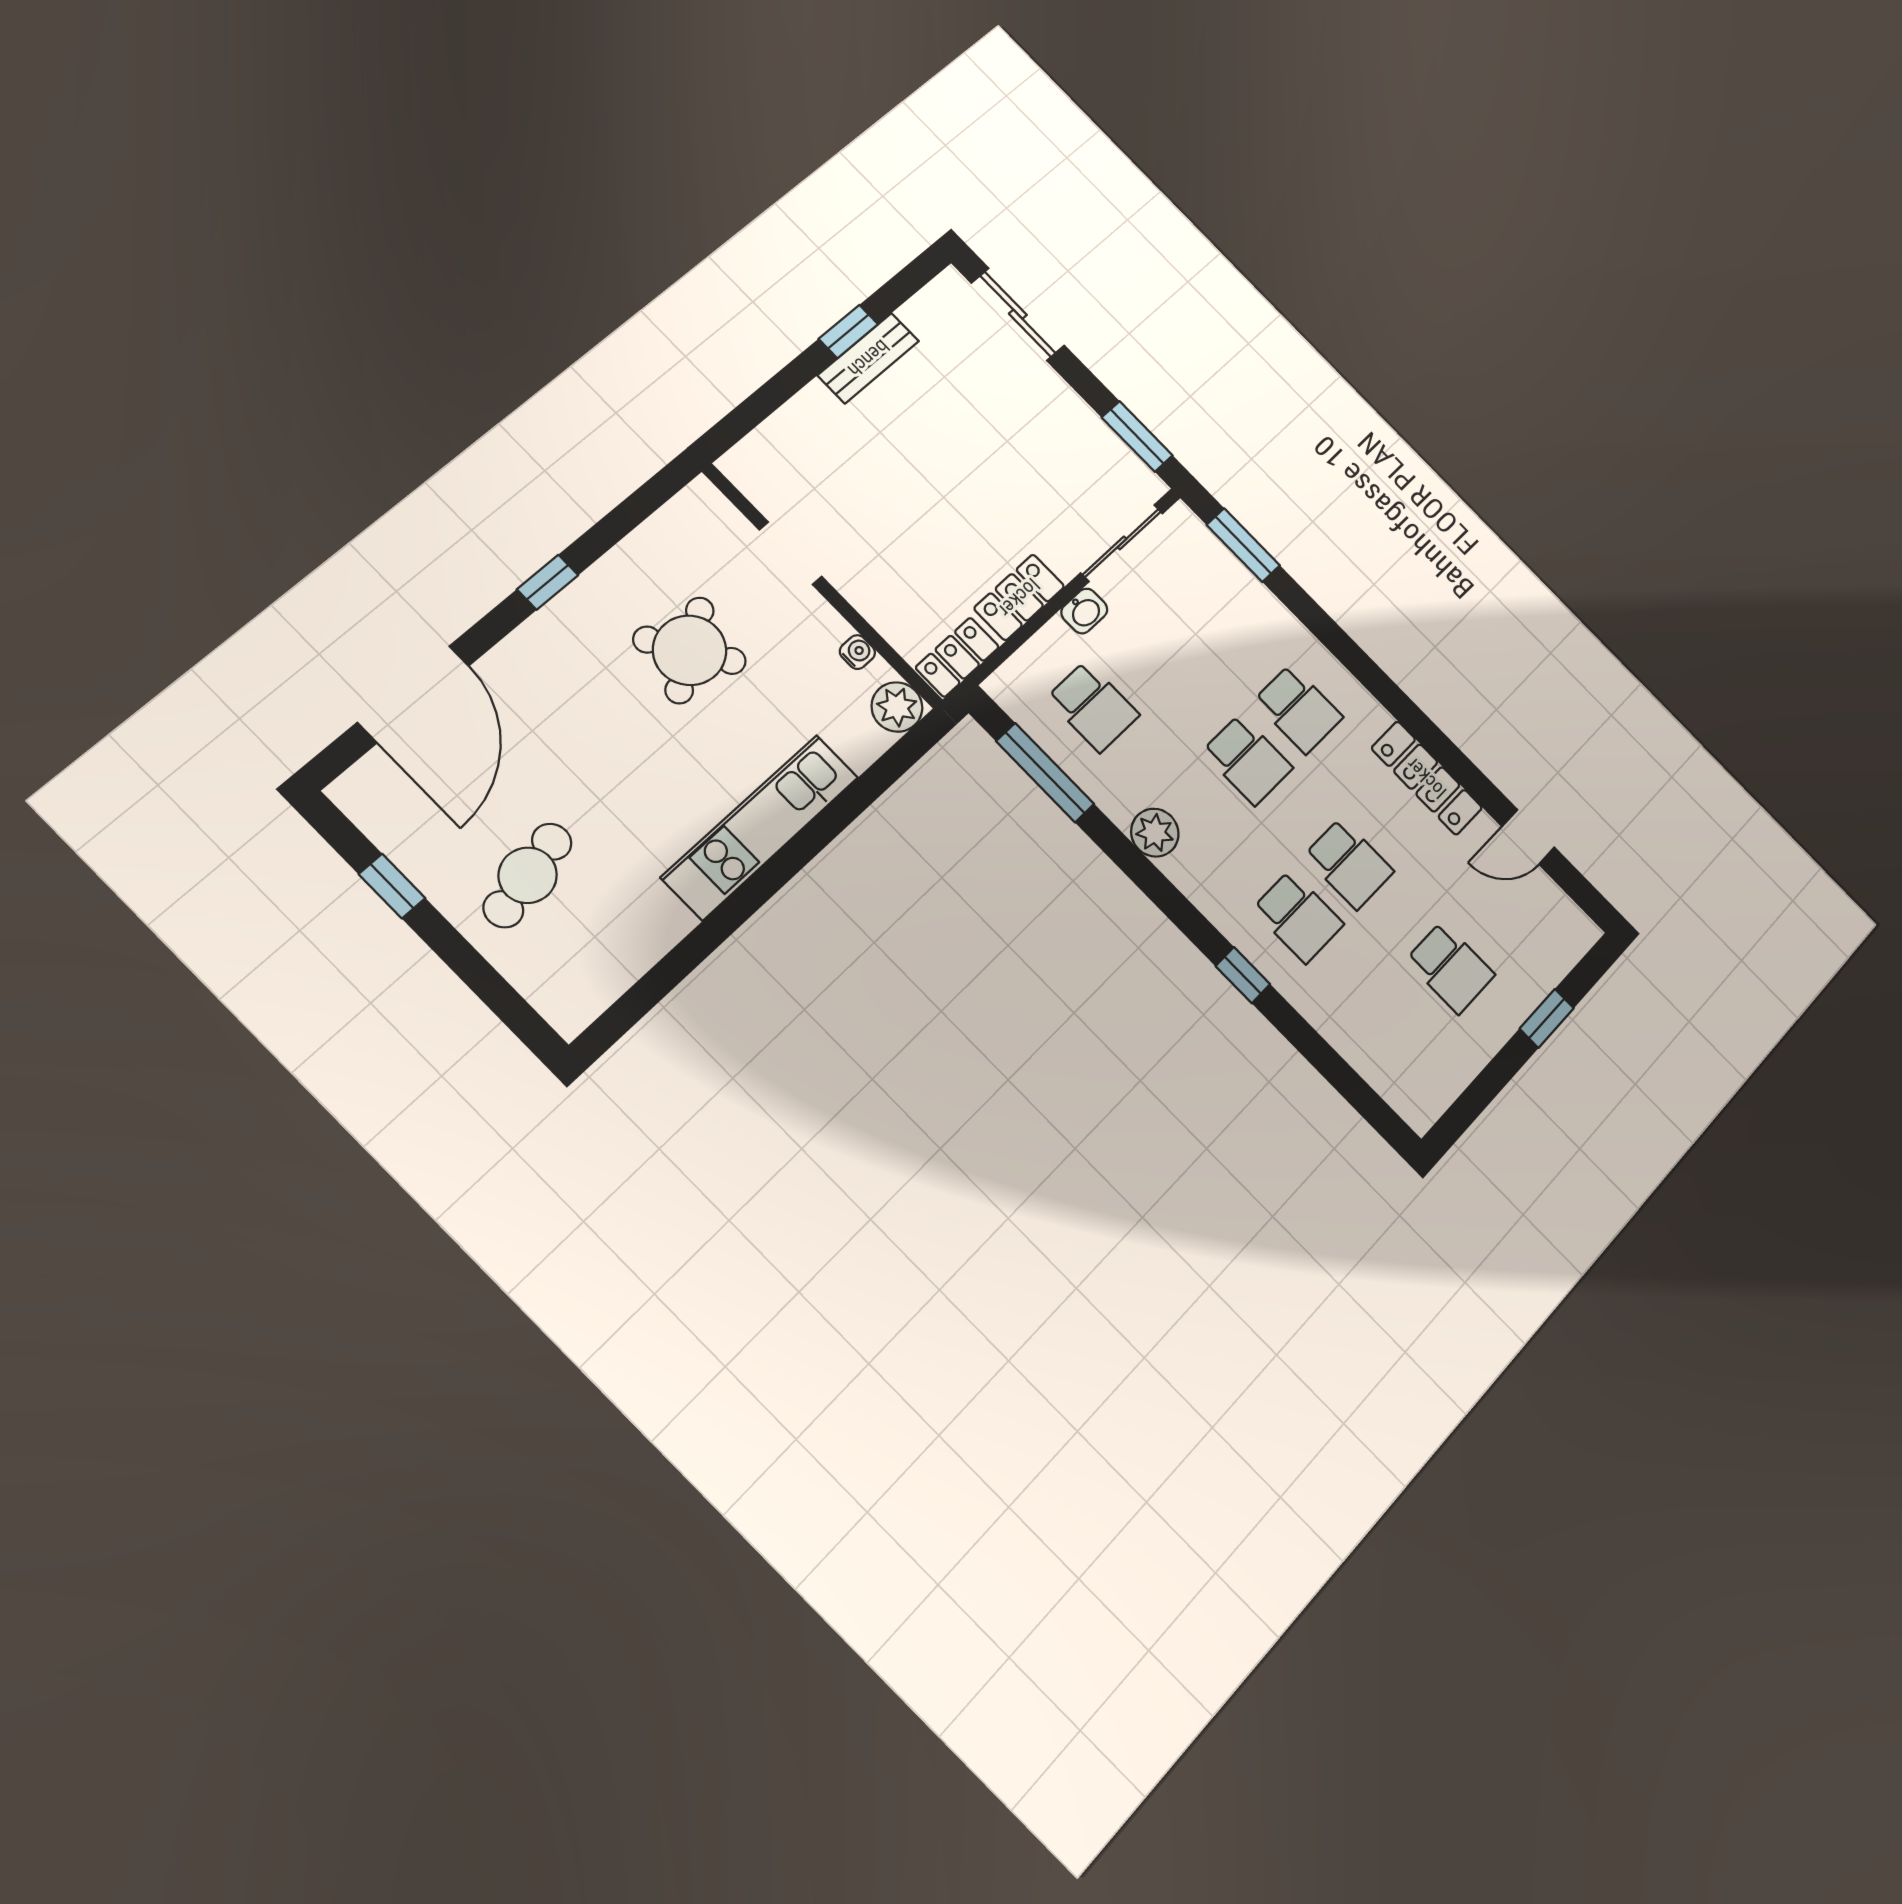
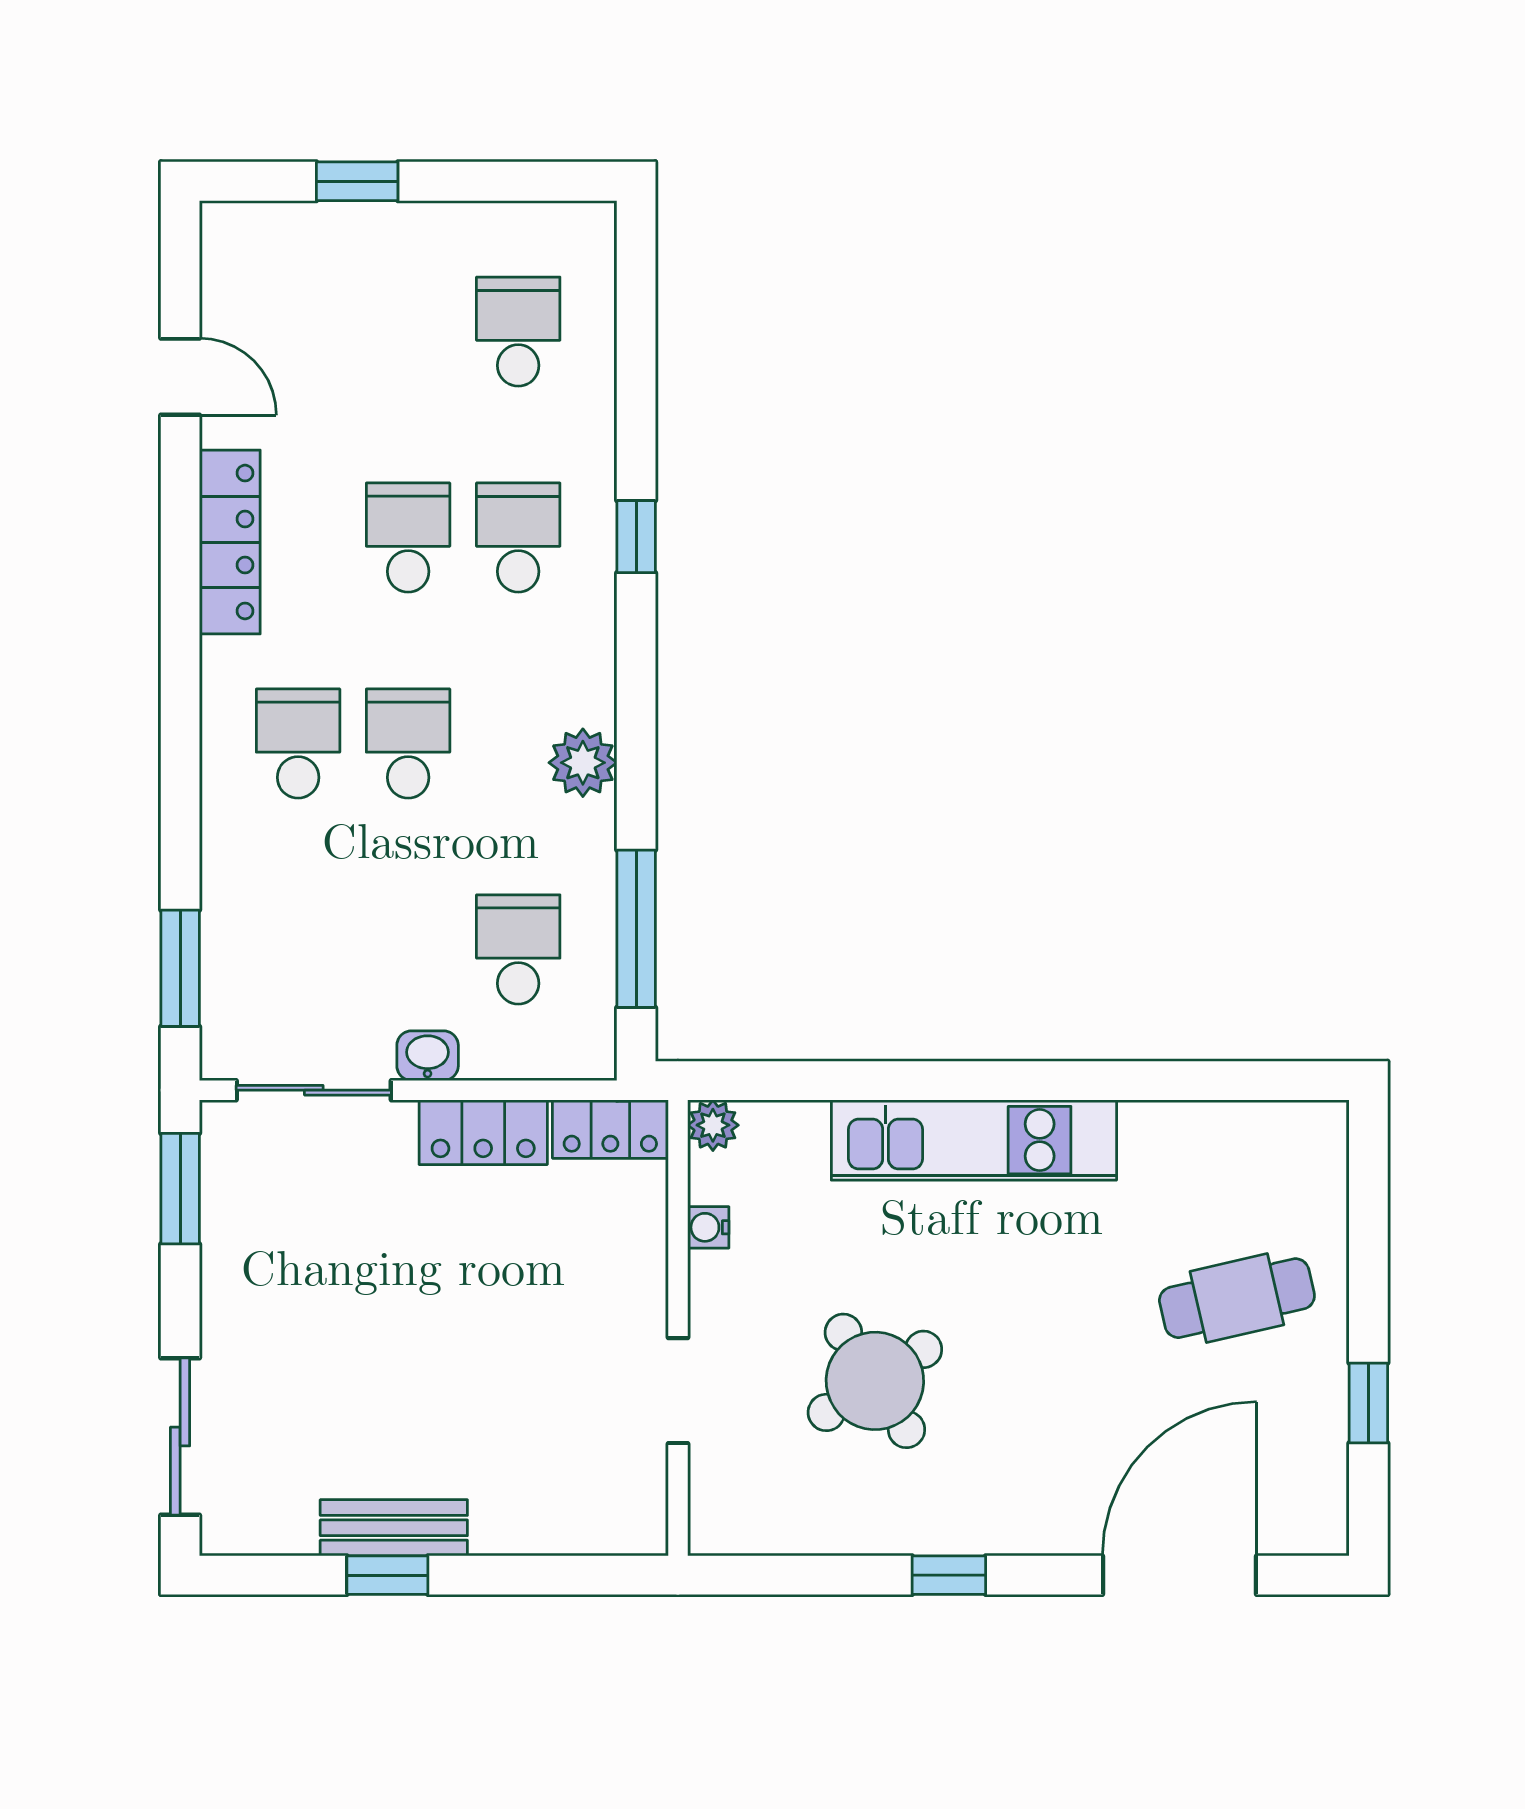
plant: (897, 707) -> (713, 1125), width x0.73, depth x0.73
school desk: (1450, 968) -> (518, 332), moved

